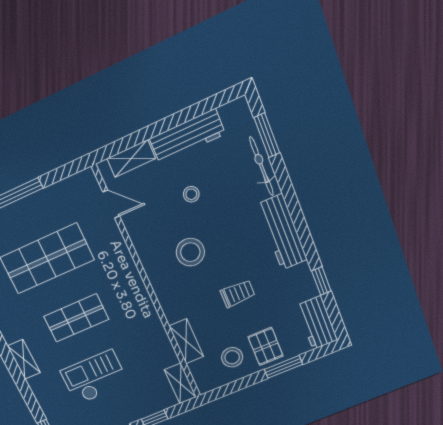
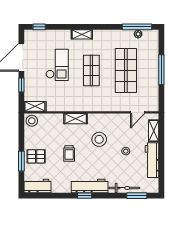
window: (321, 281) -> (85, 196), moved
shelving: (186, 341) -> (76, 119), moved
stool: (232, 357) -> (32, 121), moved

